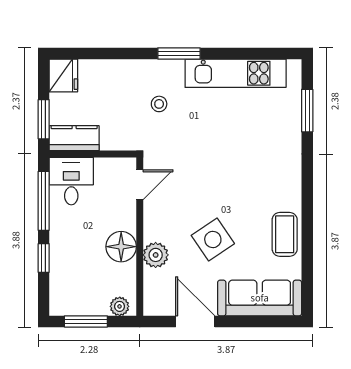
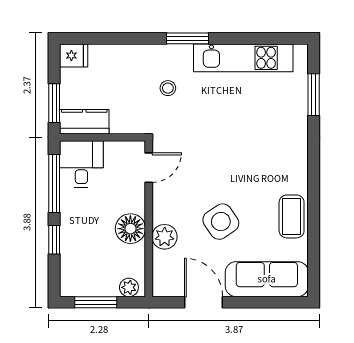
fridge: (63, 75) -> (74, 56), width x0.72

